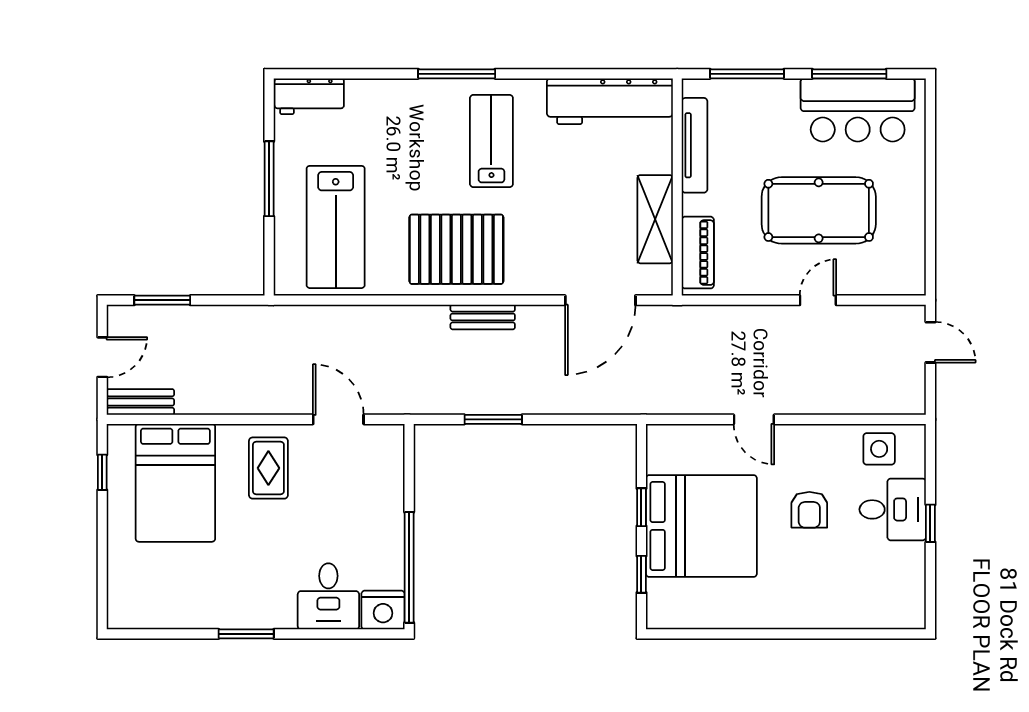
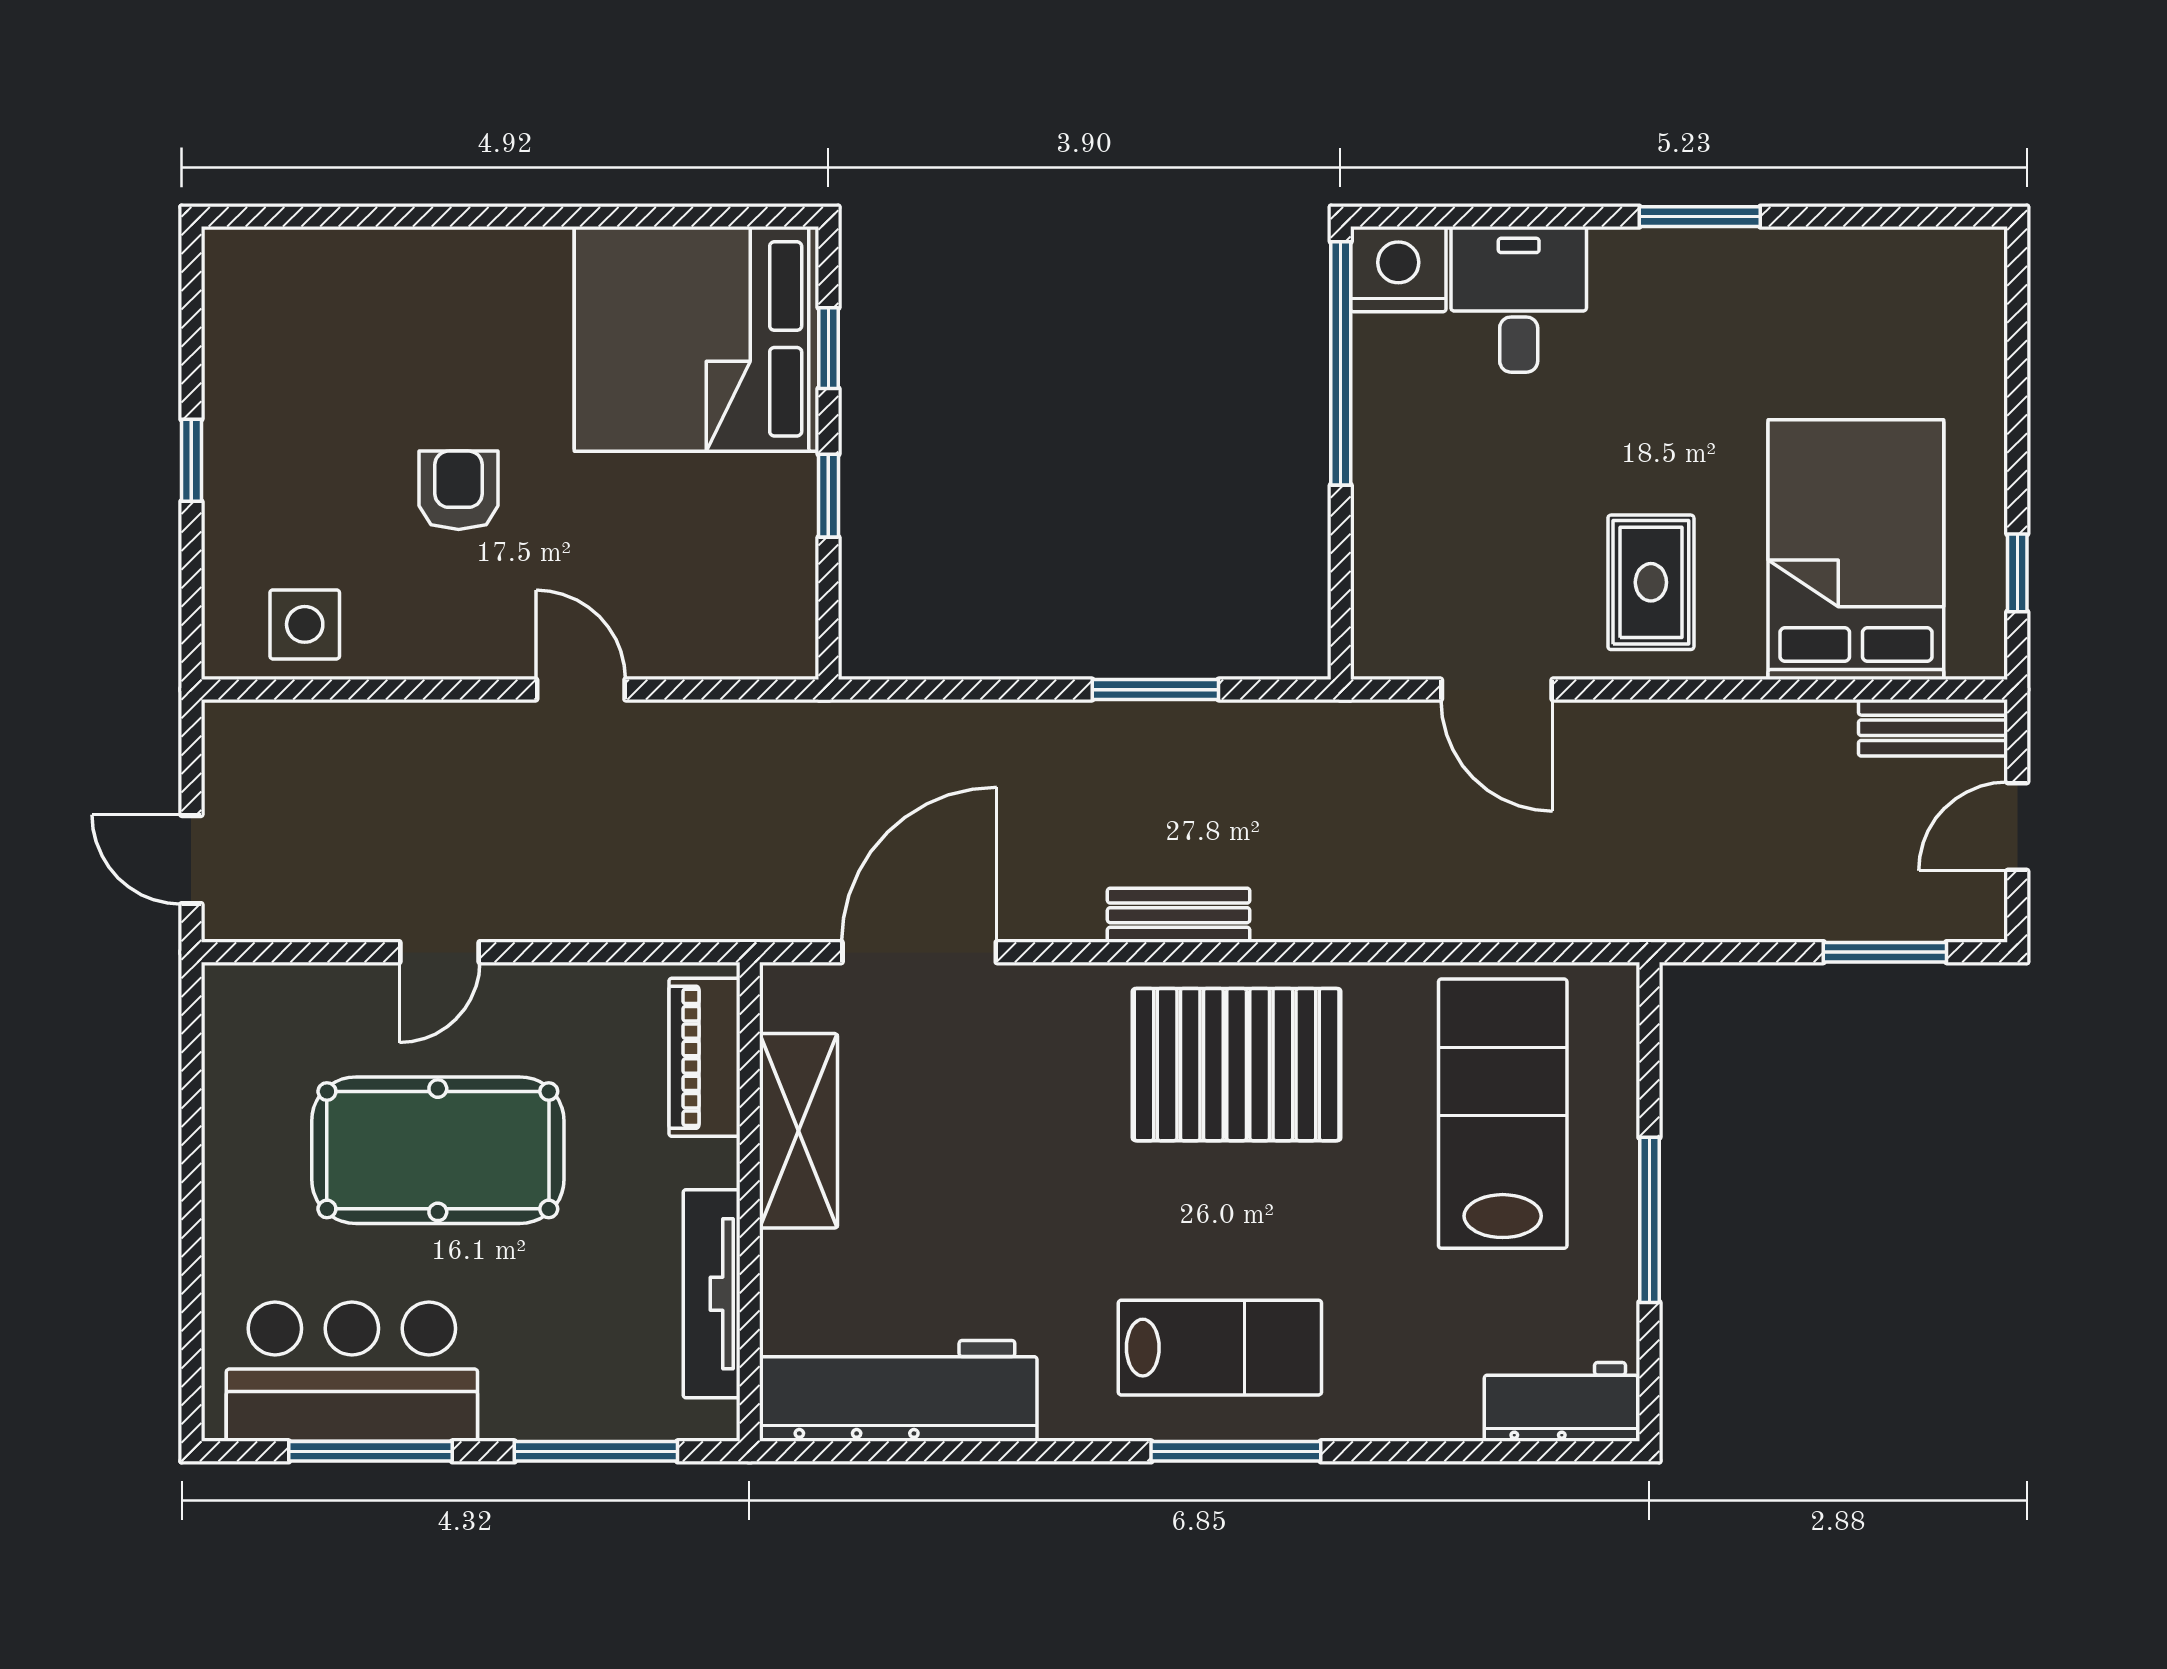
lab bench: (491, 141) -> (1220, 1348), moved, turned -90
desk: (893, 509) -> (275, 491), removed
bed: (701, 526) -> (696, 339), moved

